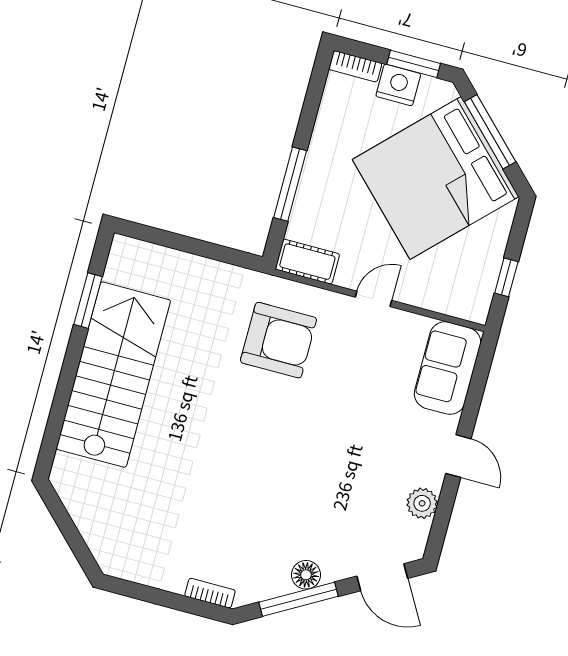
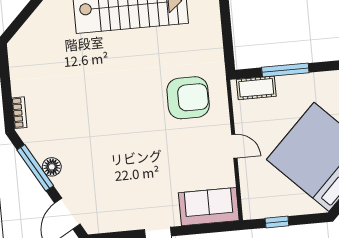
cot: (307, 262) -> (256, 88), moved, turned 90
armchair: (278, 340) -> (188, 98), turned -90
plant: (422, 503) -> (121, 221), removed

